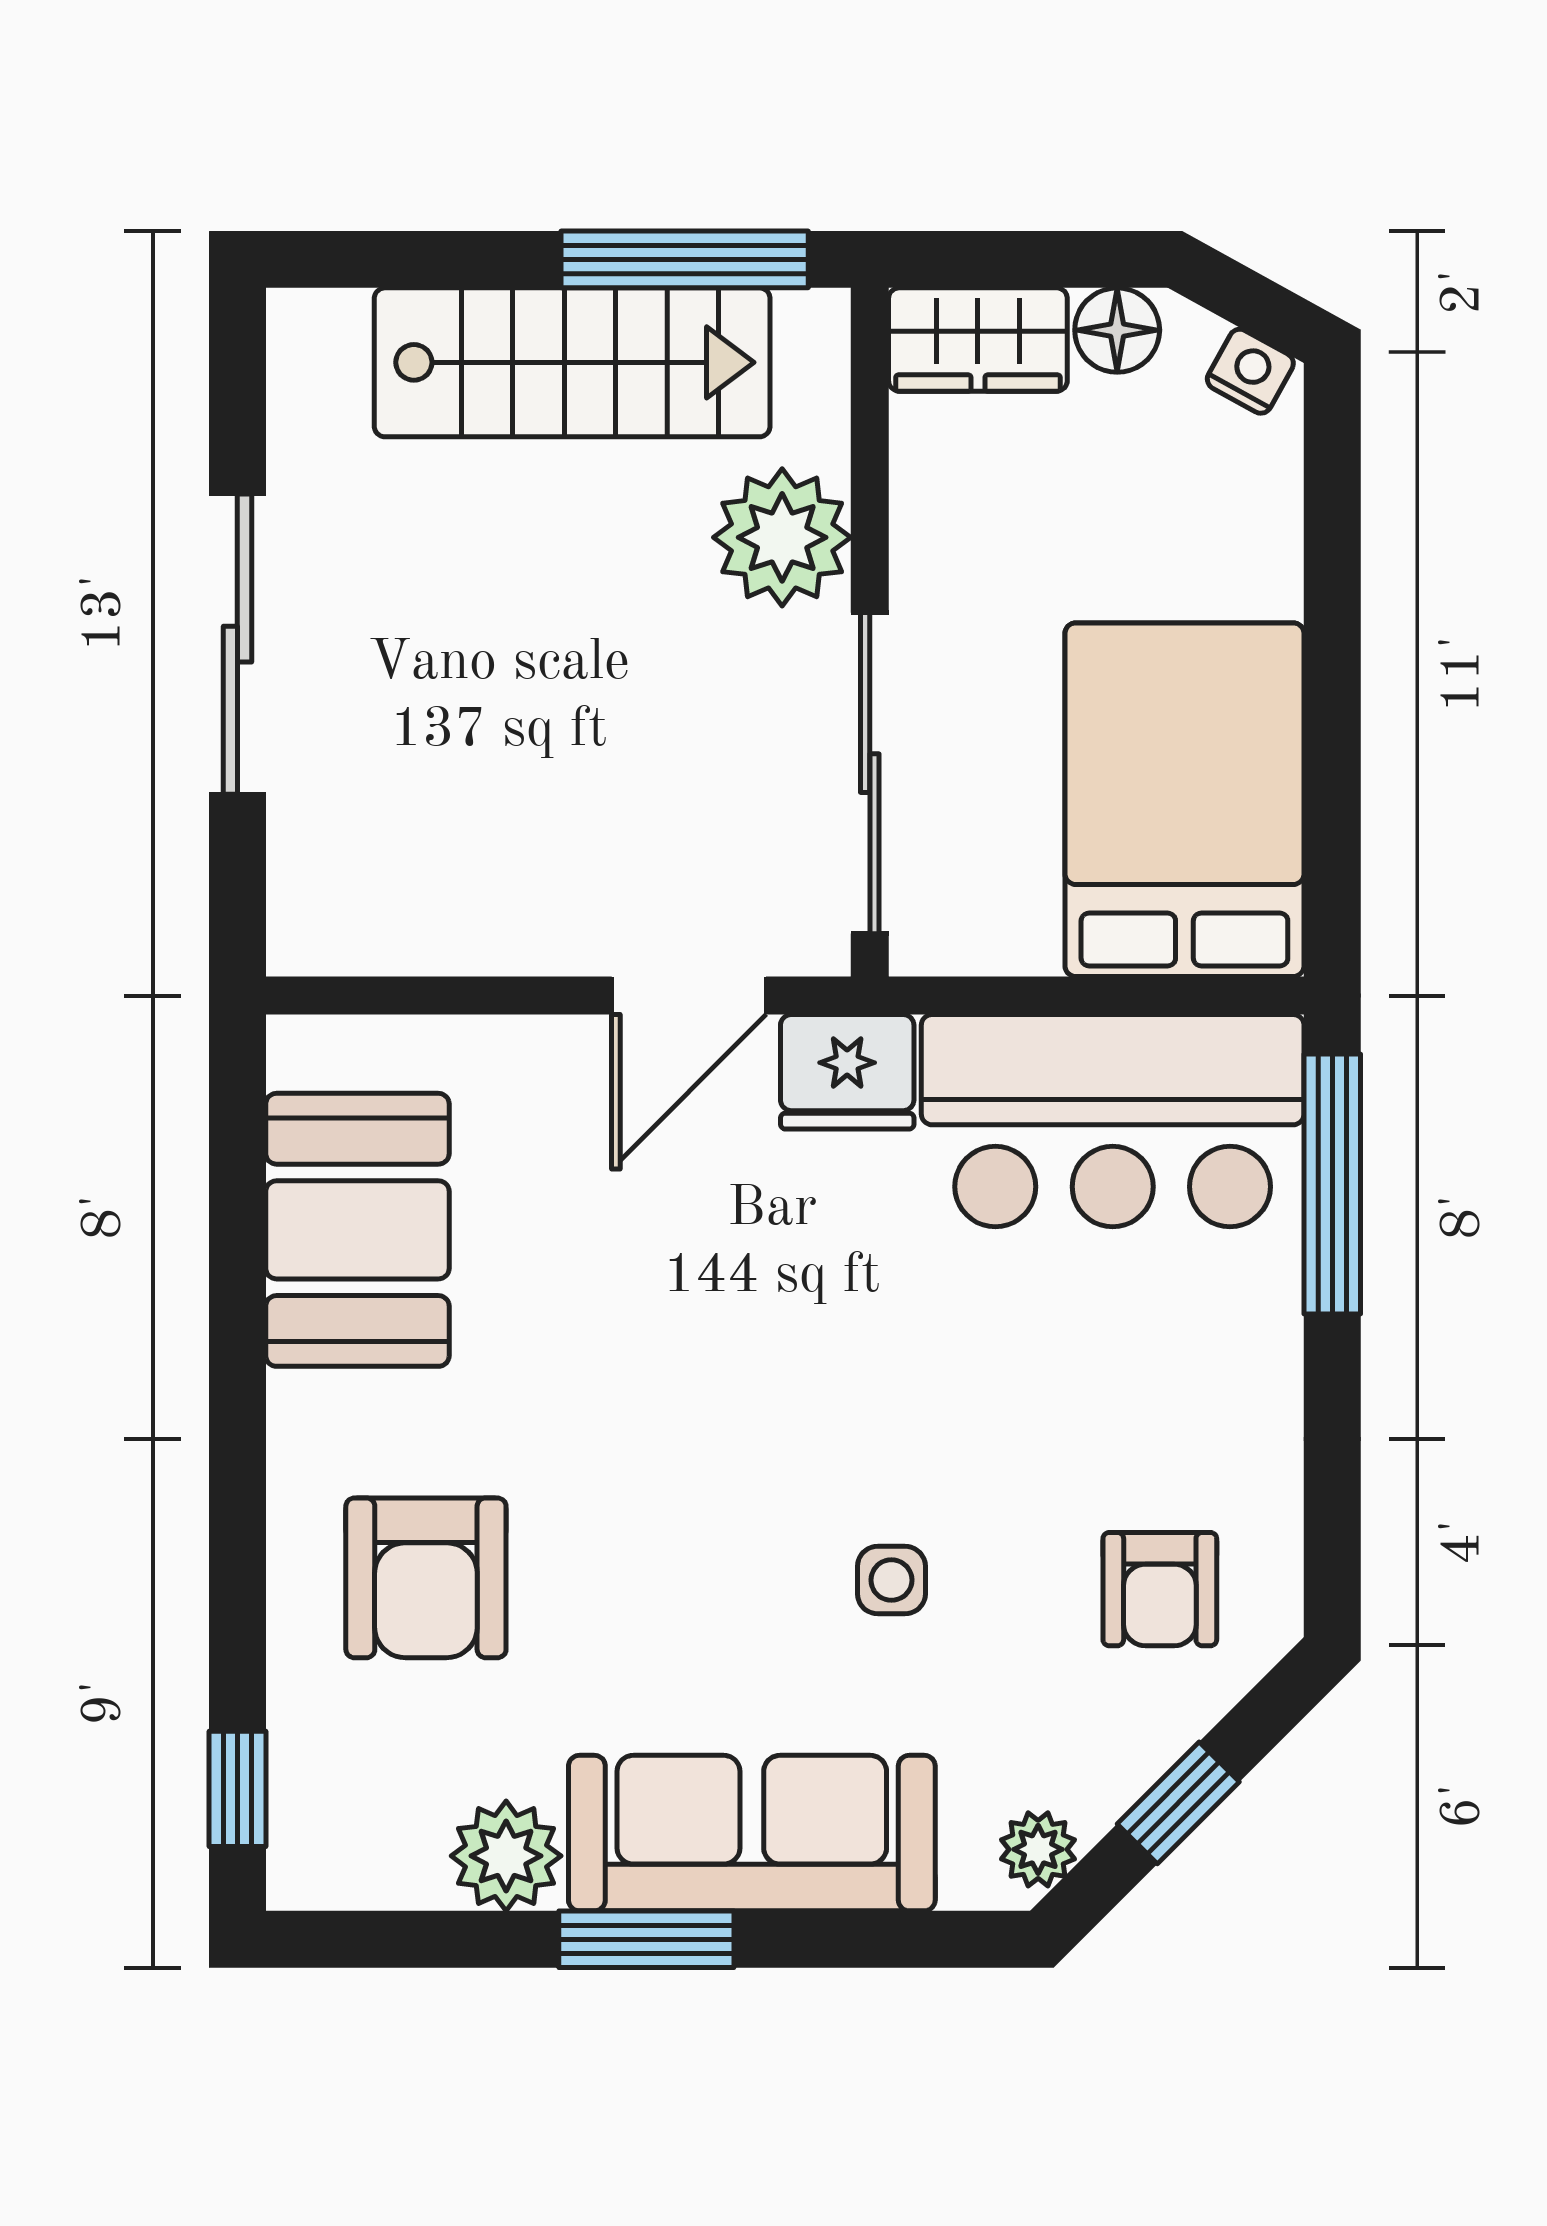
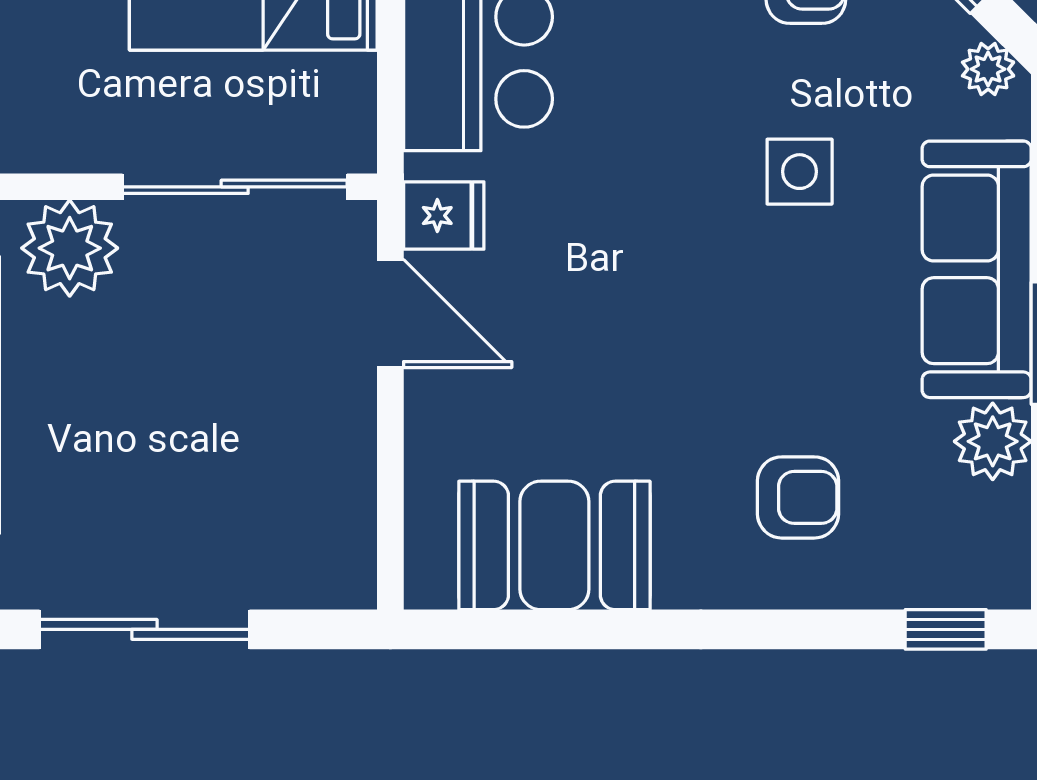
fridge: (847, 1072) -> (444, 216), width x0.72
armchair: (426, 1578) -> (798, 497), width x0.72, depth x0.72
side table: (891, 1580) -> (800, 172), width x1.37, depth x1.37

